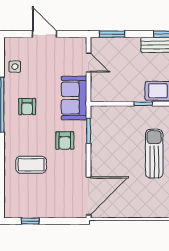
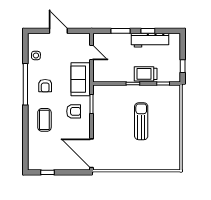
window: (112, 34) -> (121, 31), moved
armchair: (65, 141) -> (74, 111), turned -90
coffee table: (31, 165) -> (44, 120), moved, turned 90
door: (89, 196) -> (92, 153), swing flipped

